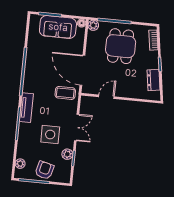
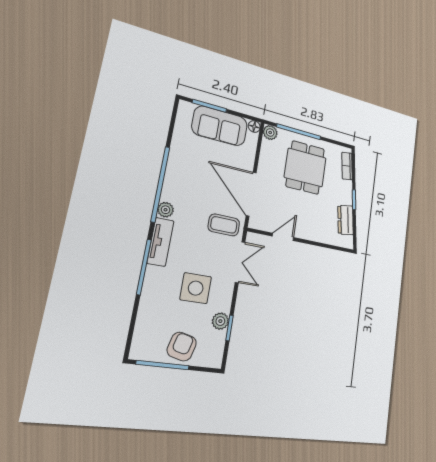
double door: (77, 127) -> (240, 262), moved
plant: (20, 164) -> (166, 210), moved

